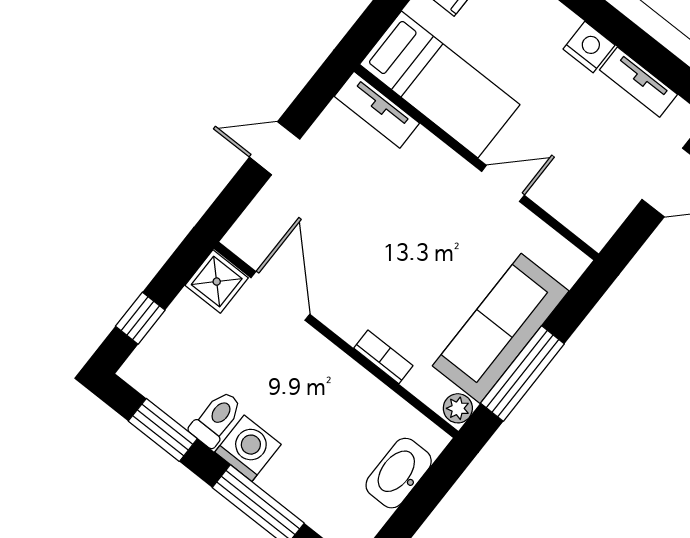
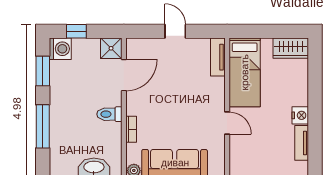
toilet: (216, 419) -> (109, 114), moved, turned 180
washing machine: (248, 448) -> (60, 49), moved

